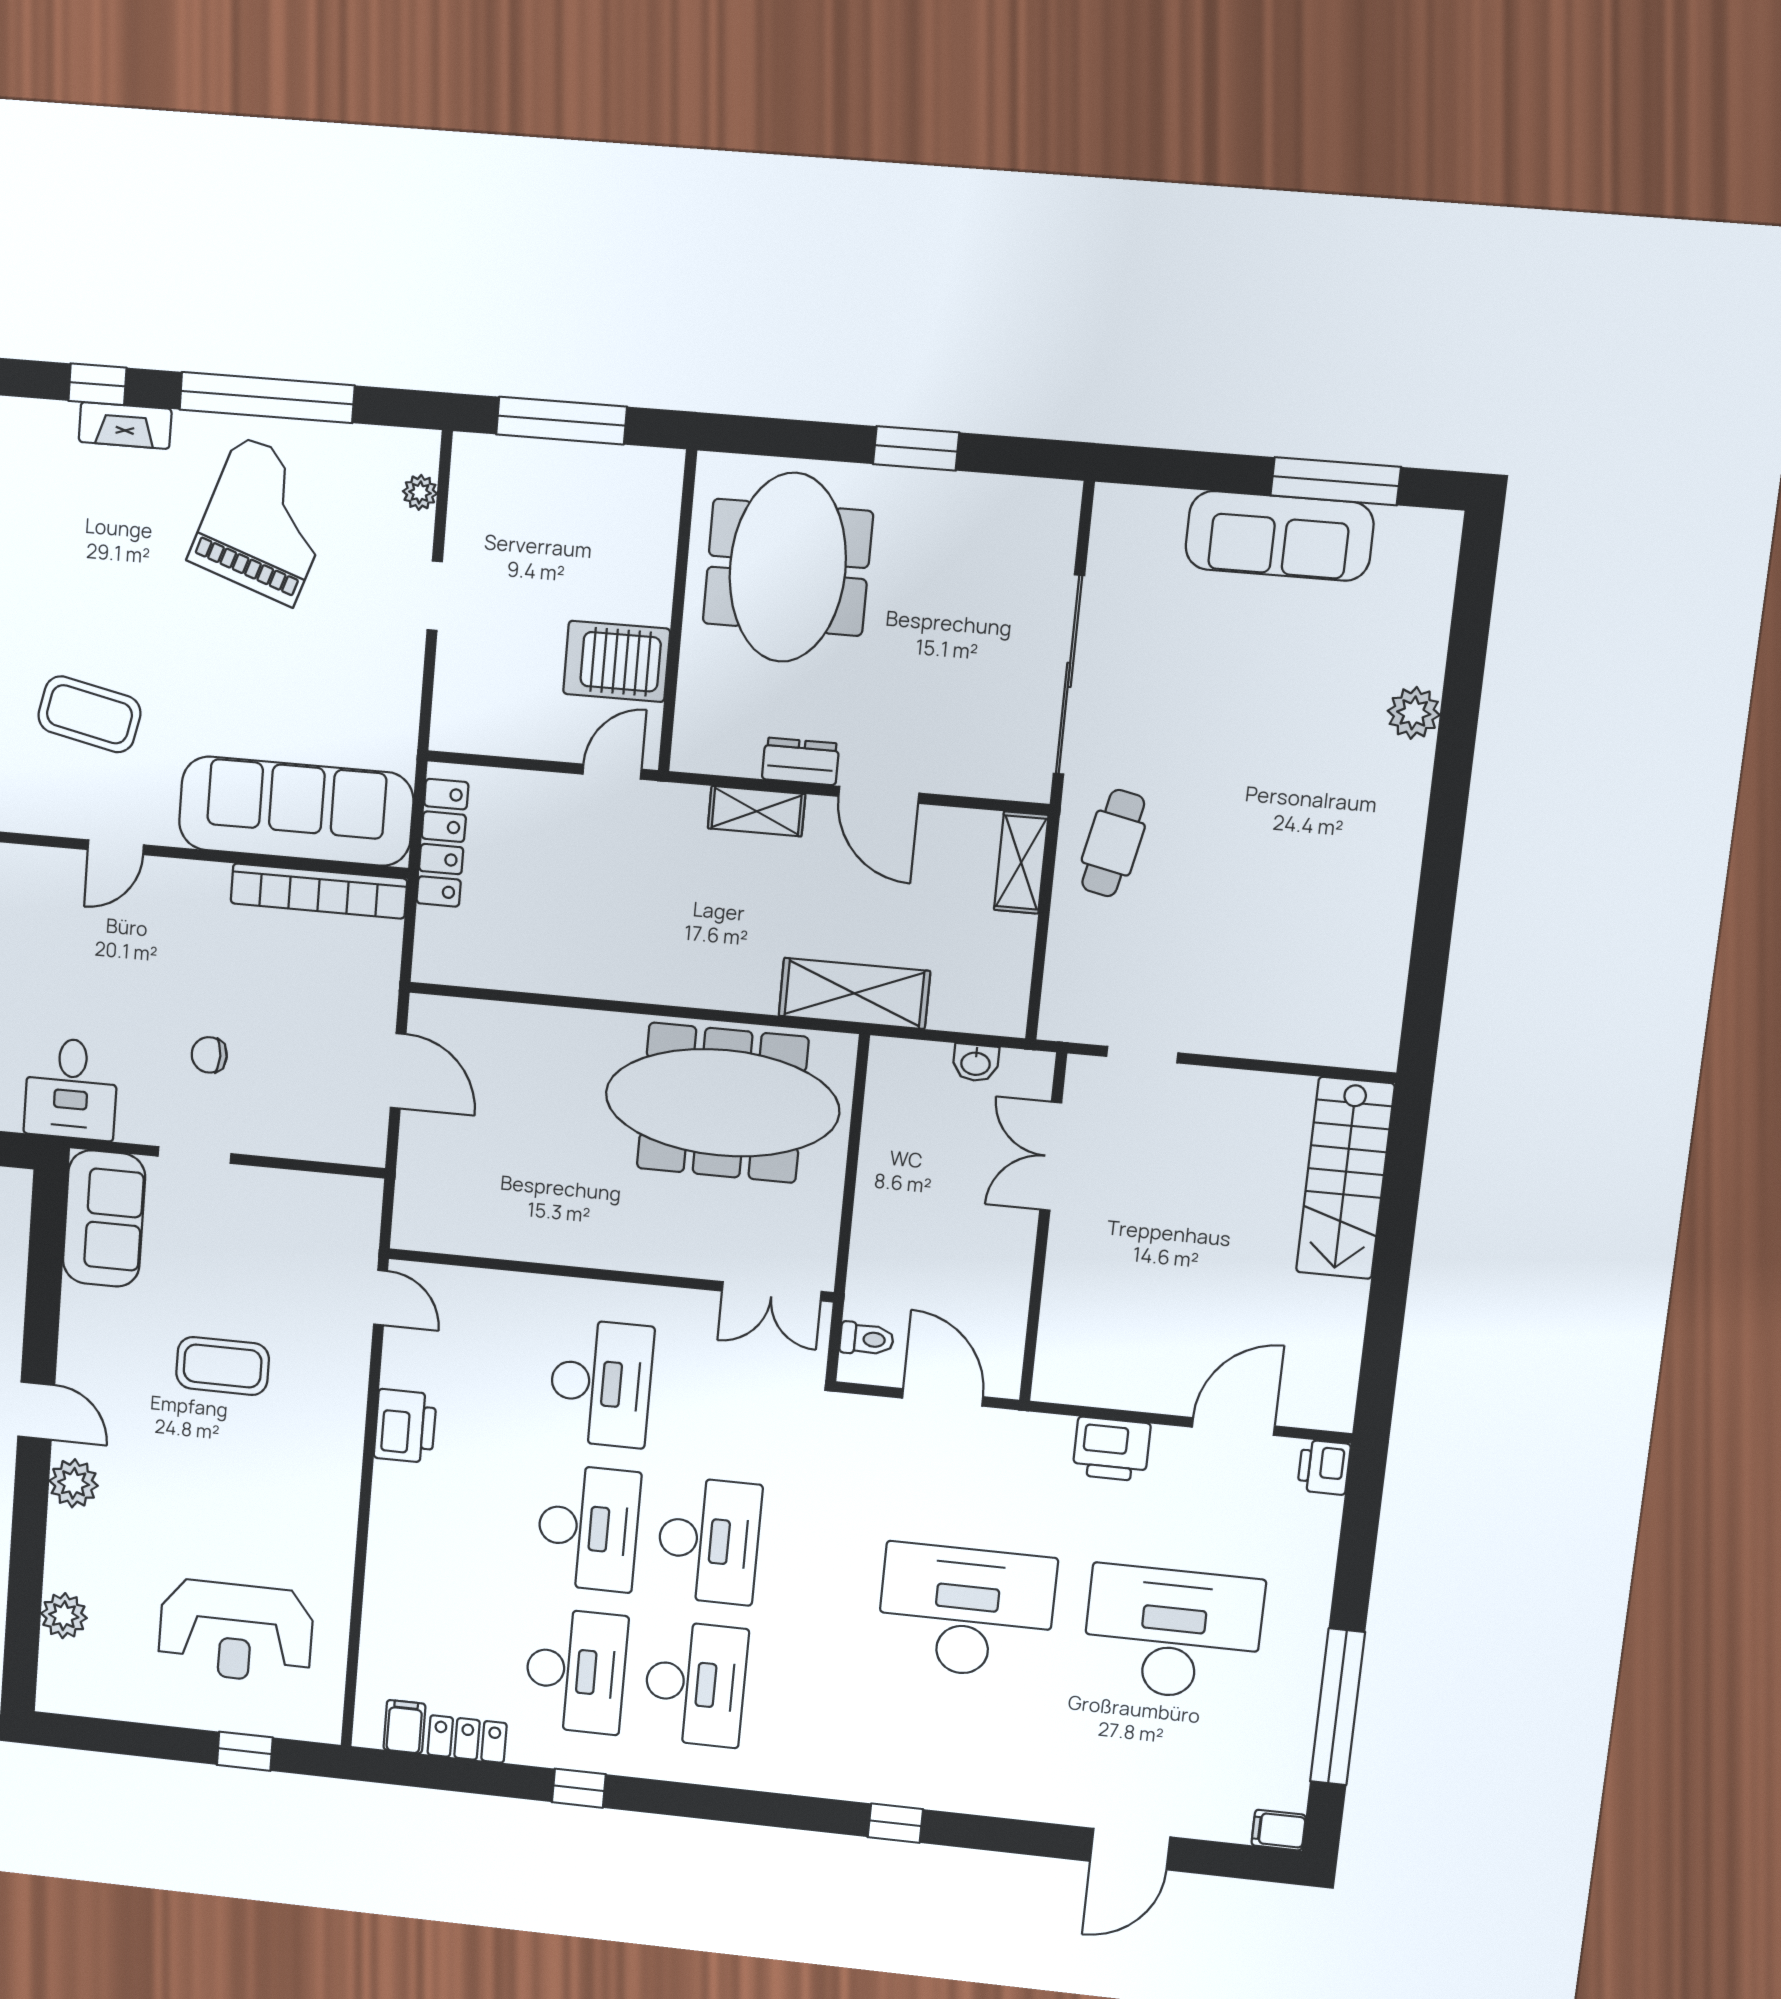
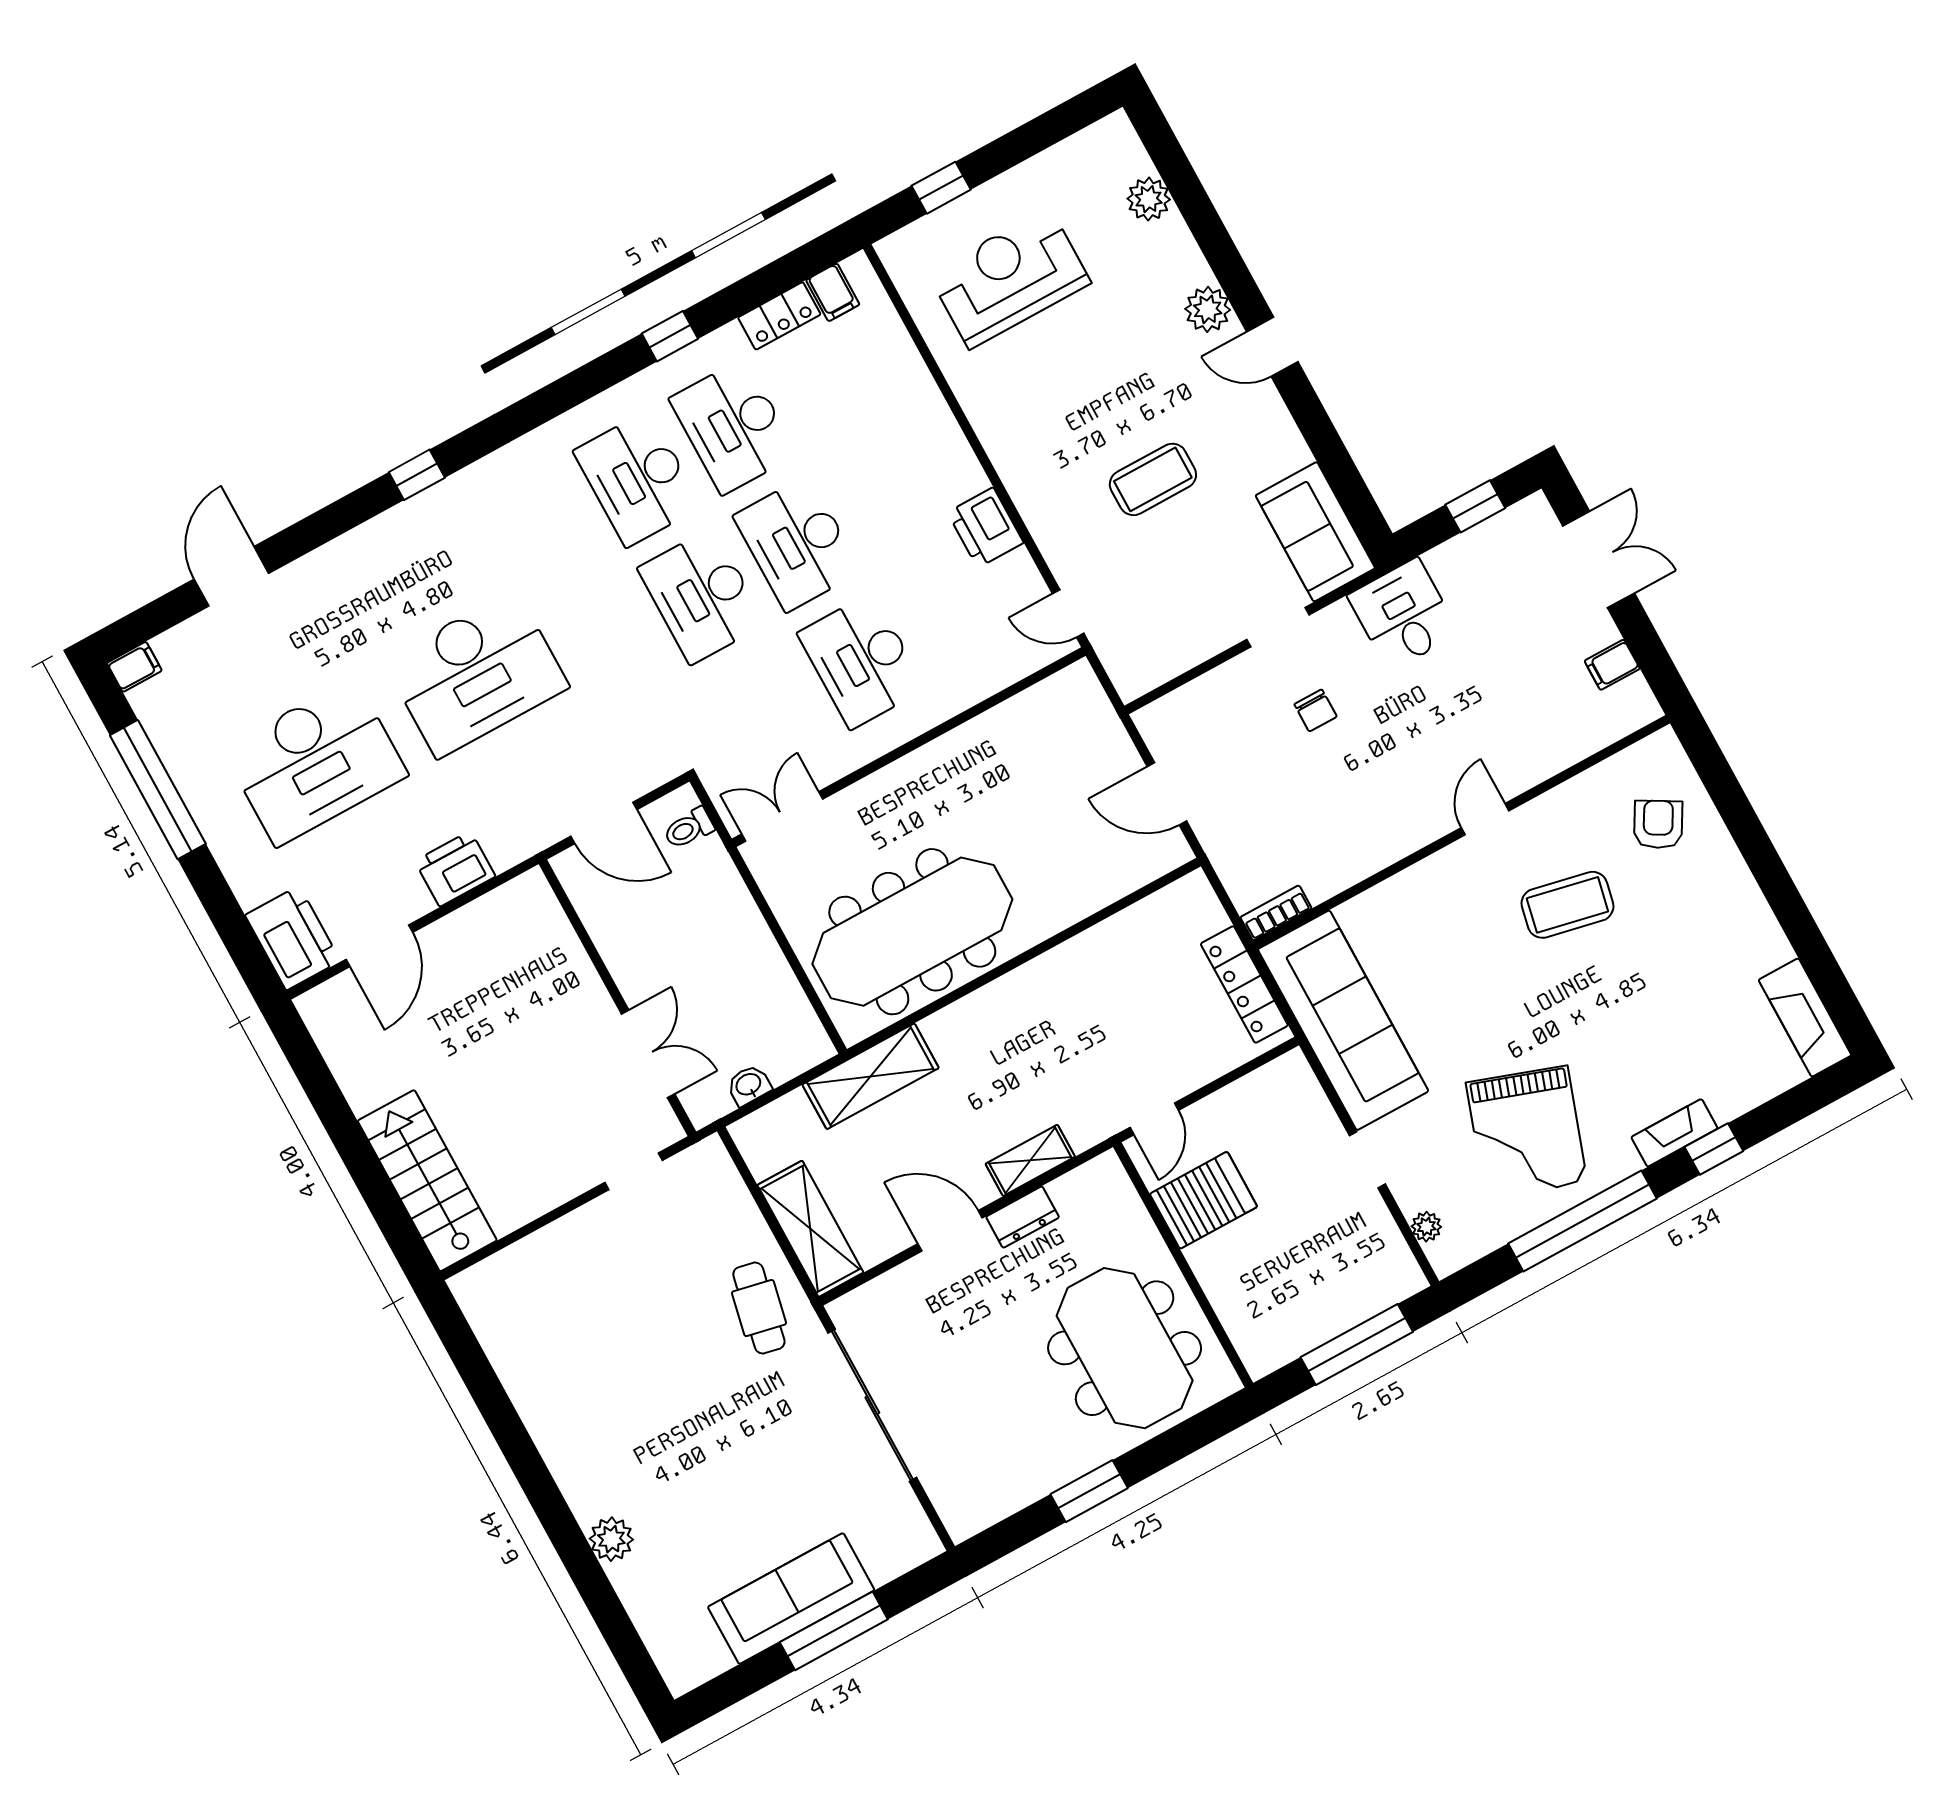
window: (1336, 481) -> (834, 1631), moved
sofa: (296, 811) -> (1343, 1020), moved, turned -90
shelving: (1021, 863) -> (810, 1229), width x1.50, depth x1.33
bookcase: (319, 891) -> (1276, 913), width x0.43, depth x0.76
chair: (209, 1055) -> (1316, 711), turned 90
printer: (1324, 1467) -> (293, 938), width x1.87, depth x1.48

